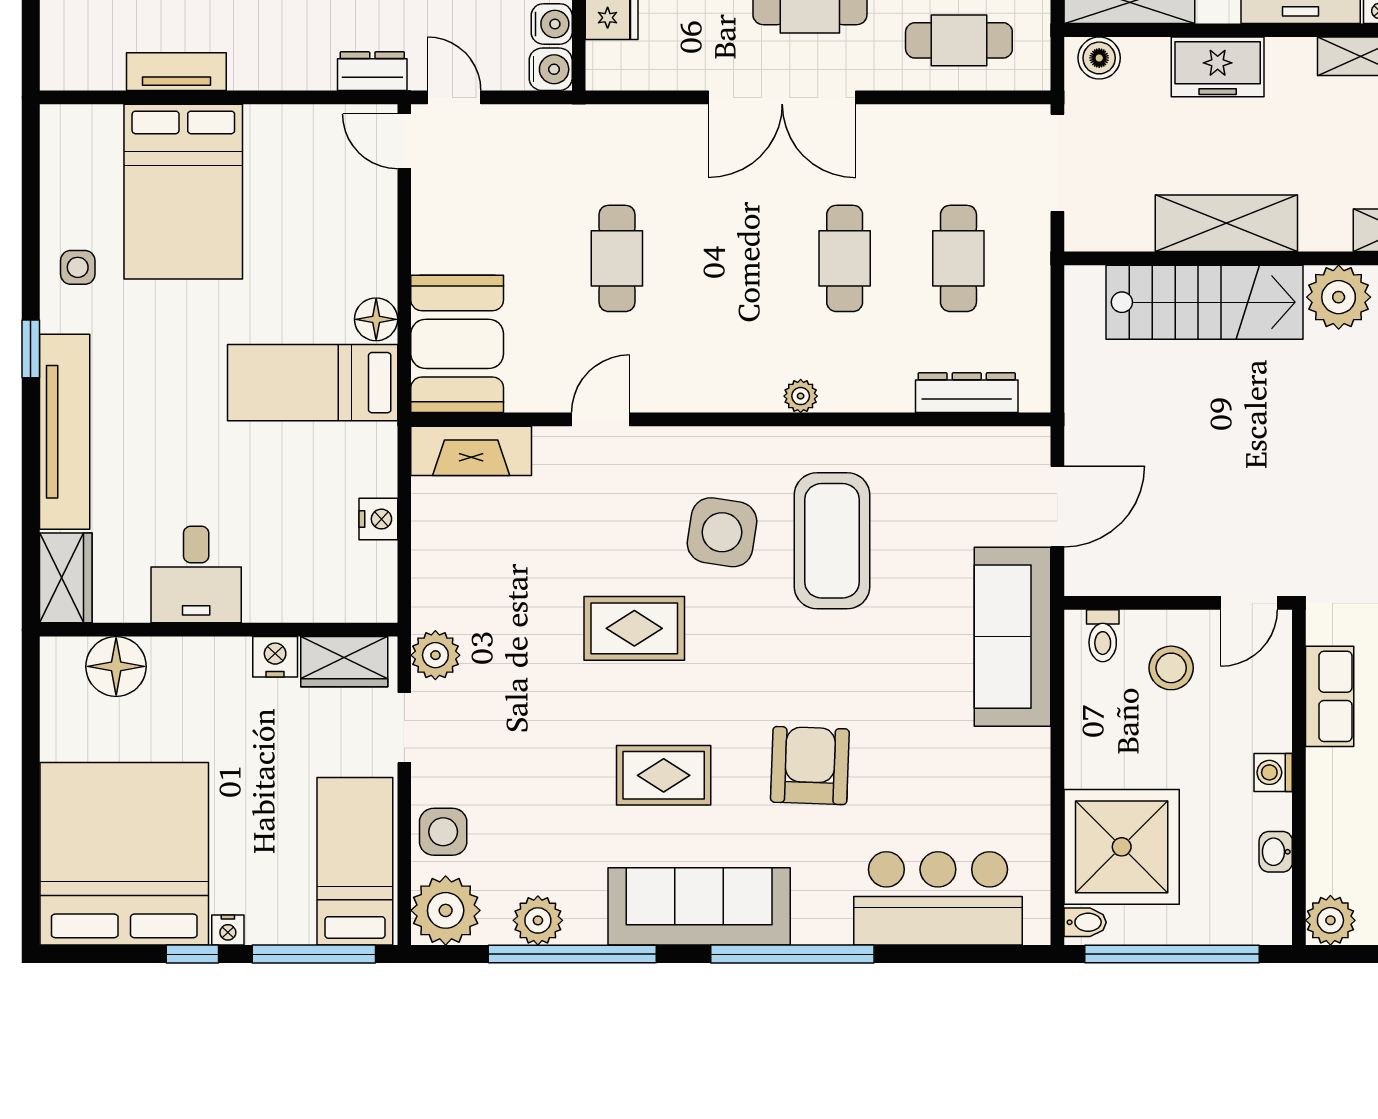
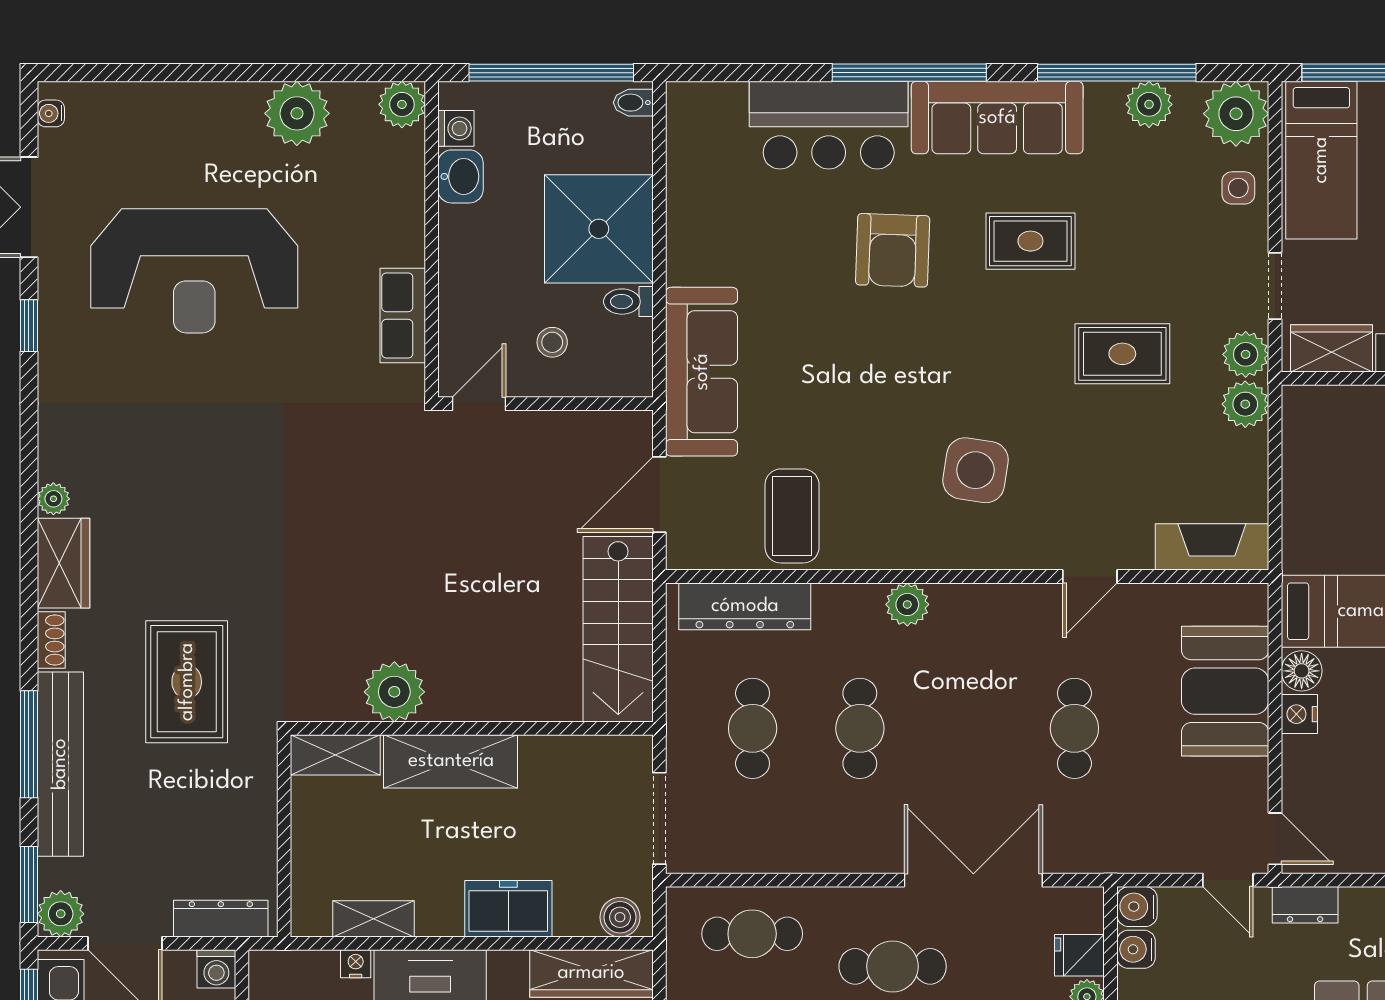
double door: (782, 97) -> (973, 880), moved
shelving: (1226, 223) -> (451, 761), moved
stairs: (1205, 302) -> (618, 629), moved, turned -90
booth: (457, 344) -> (1225, 691), moved
dresser: (967, 393) -> (745, 606), width x1.37, depth x1.24
plant: (801, 396) -> (907, 604), width x1.38, depth x1.38
nightstand: (378, 519) -> (1299, 714), moved
coffee table: (832, 541) -> (792, 516), moved, width x0.73, depth x0.76
plant: (436, 602) -> (1245, 404), added
rug: (634, 628) -> (1122, 354), moved
toilet: (1103, 636) -> (628, 302), moved, turned -90
stool: (1171, 668) -> (552, 342), width x0.73, depth x0.73
washing machine: (1273, 772) -> (456, 128), moved
side table: (443, 832) -> (1238, 188), width x0.73, depth x0.73
shower: (1122, 847) -> (599, 229), moved
washbasin: (1276, 852) -> (461, 176), width x1.38, depth x1.45
bar counter: (938, 898) -> (829, 125), moved

